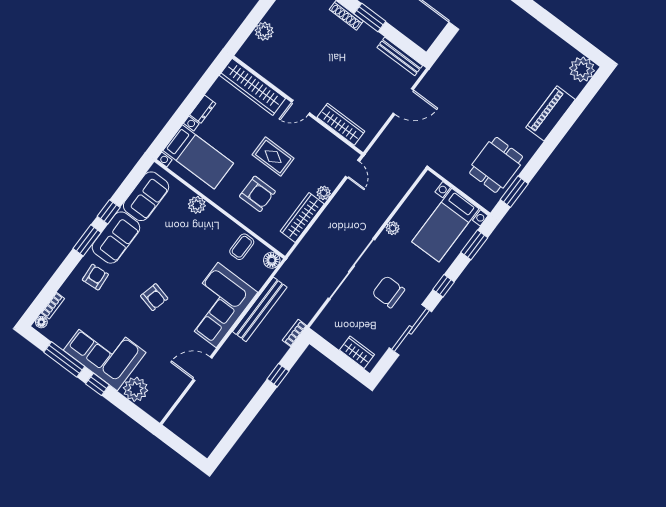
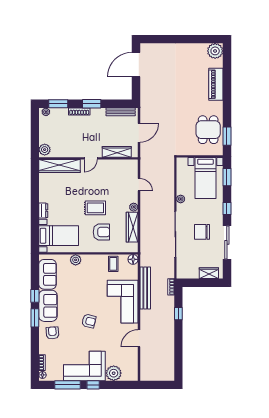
wardrobe: (252, 87) -> (59, 166), moved
wall: (298, 105) -> (88, 158), moved
door: (301, 107) -> (91, 158), moved
wardrobe: (341, 124) -> (117, 152), moved

